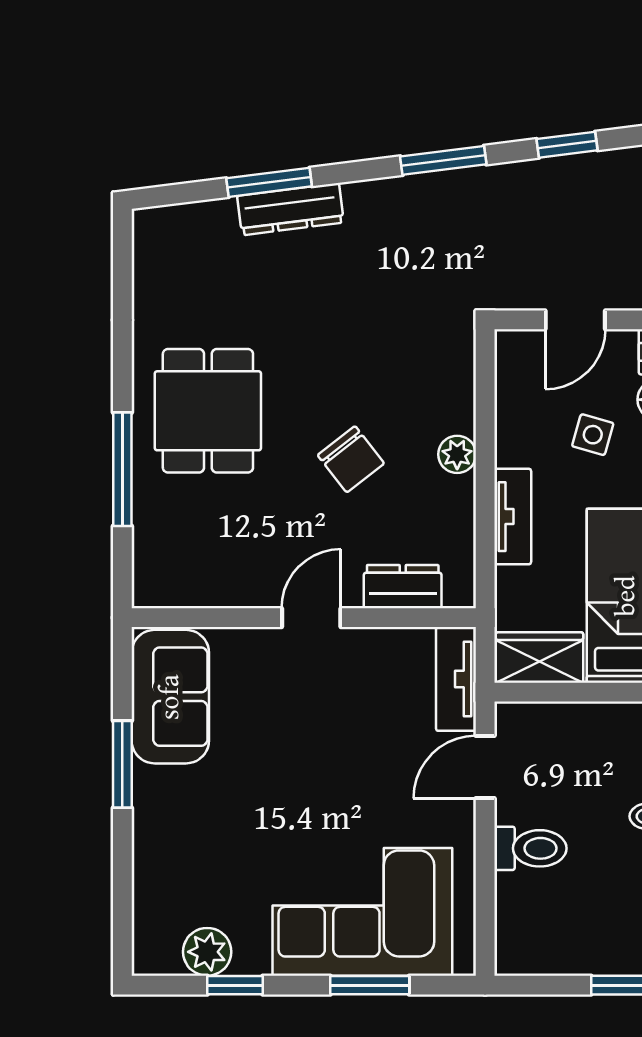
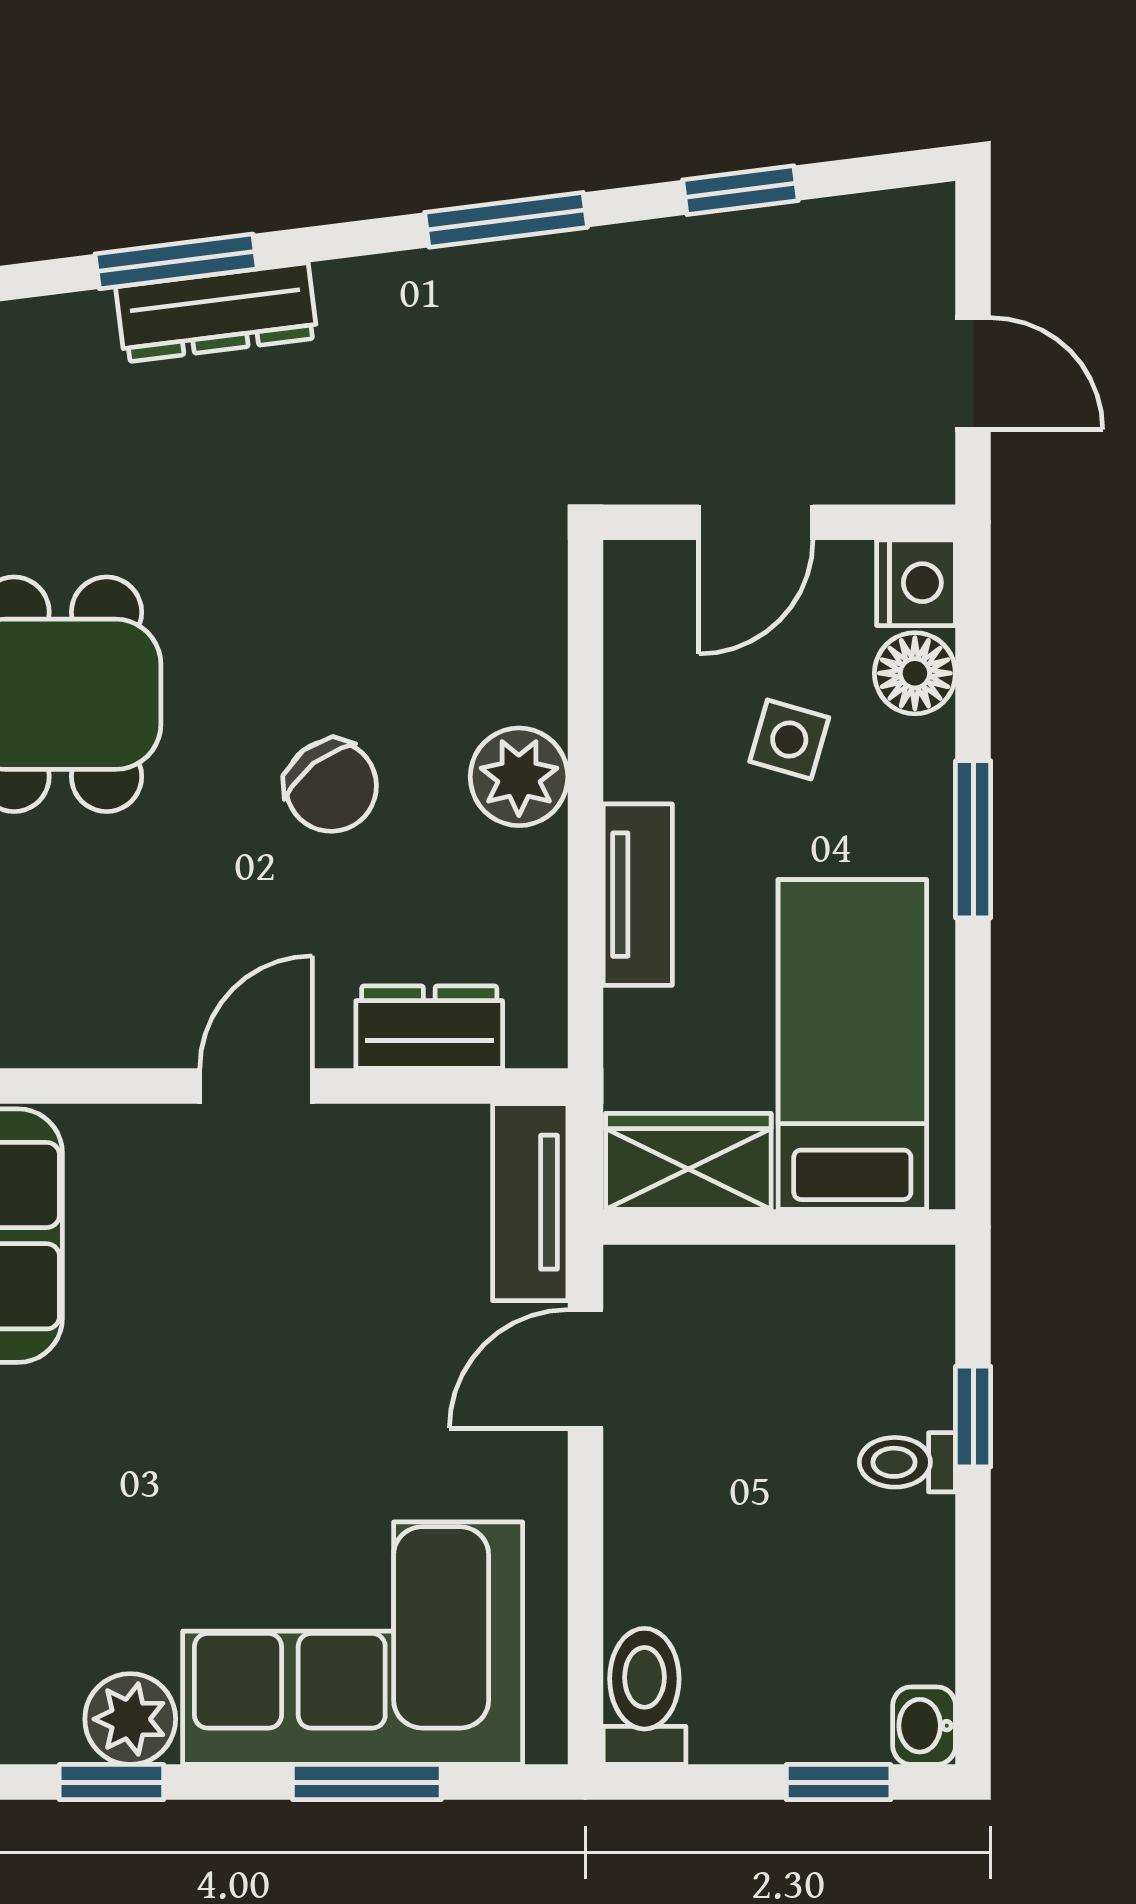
plant: (457, 454) -> (519, 777), width x1.38, depth x1.38
toilet: (530, 848) -> (644, 1696), moved, turned -90
plant: (207, 952) -> (130, 1719), moved

